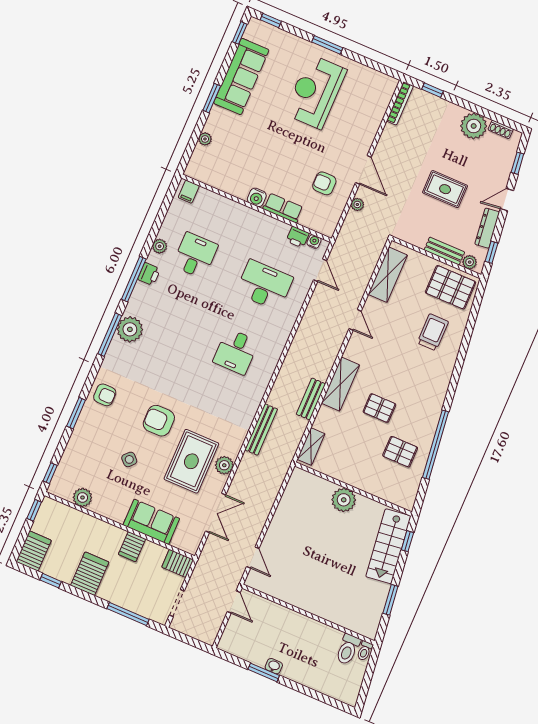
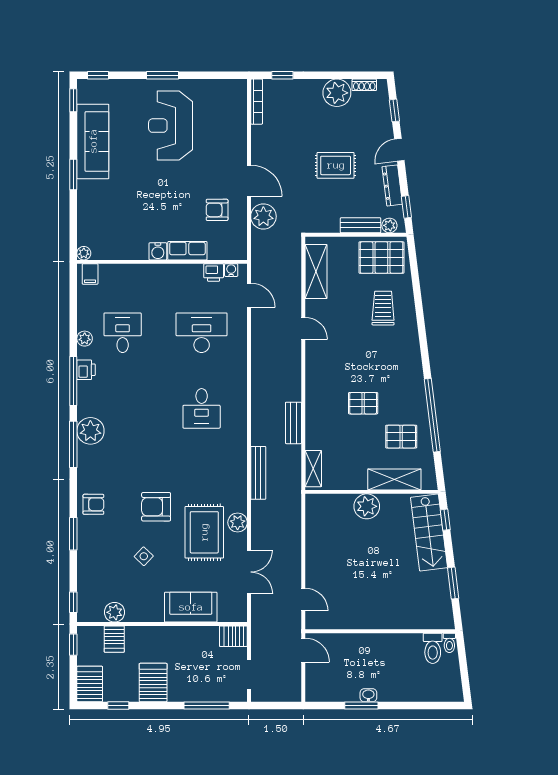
plant: (205, 139) -> (84, 253), moved
plant: (357, 204) -> (263, 216), width x1.87, depth x1.87
shelving: (340, 384) -> (394, 479), moved, turned 90
server rack: (132, 547) -> (114, 639), moved

